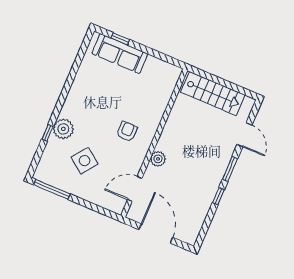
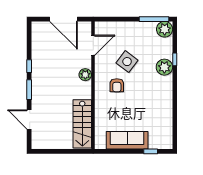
sofa: (120, 54) -> (127, 140), moved
stairs: (213, 94) -> (82, 124), moved, turned -90
side table: (85, 161) -> (127, 62), moved
plant: (45, 172) -> (165, 29), added

